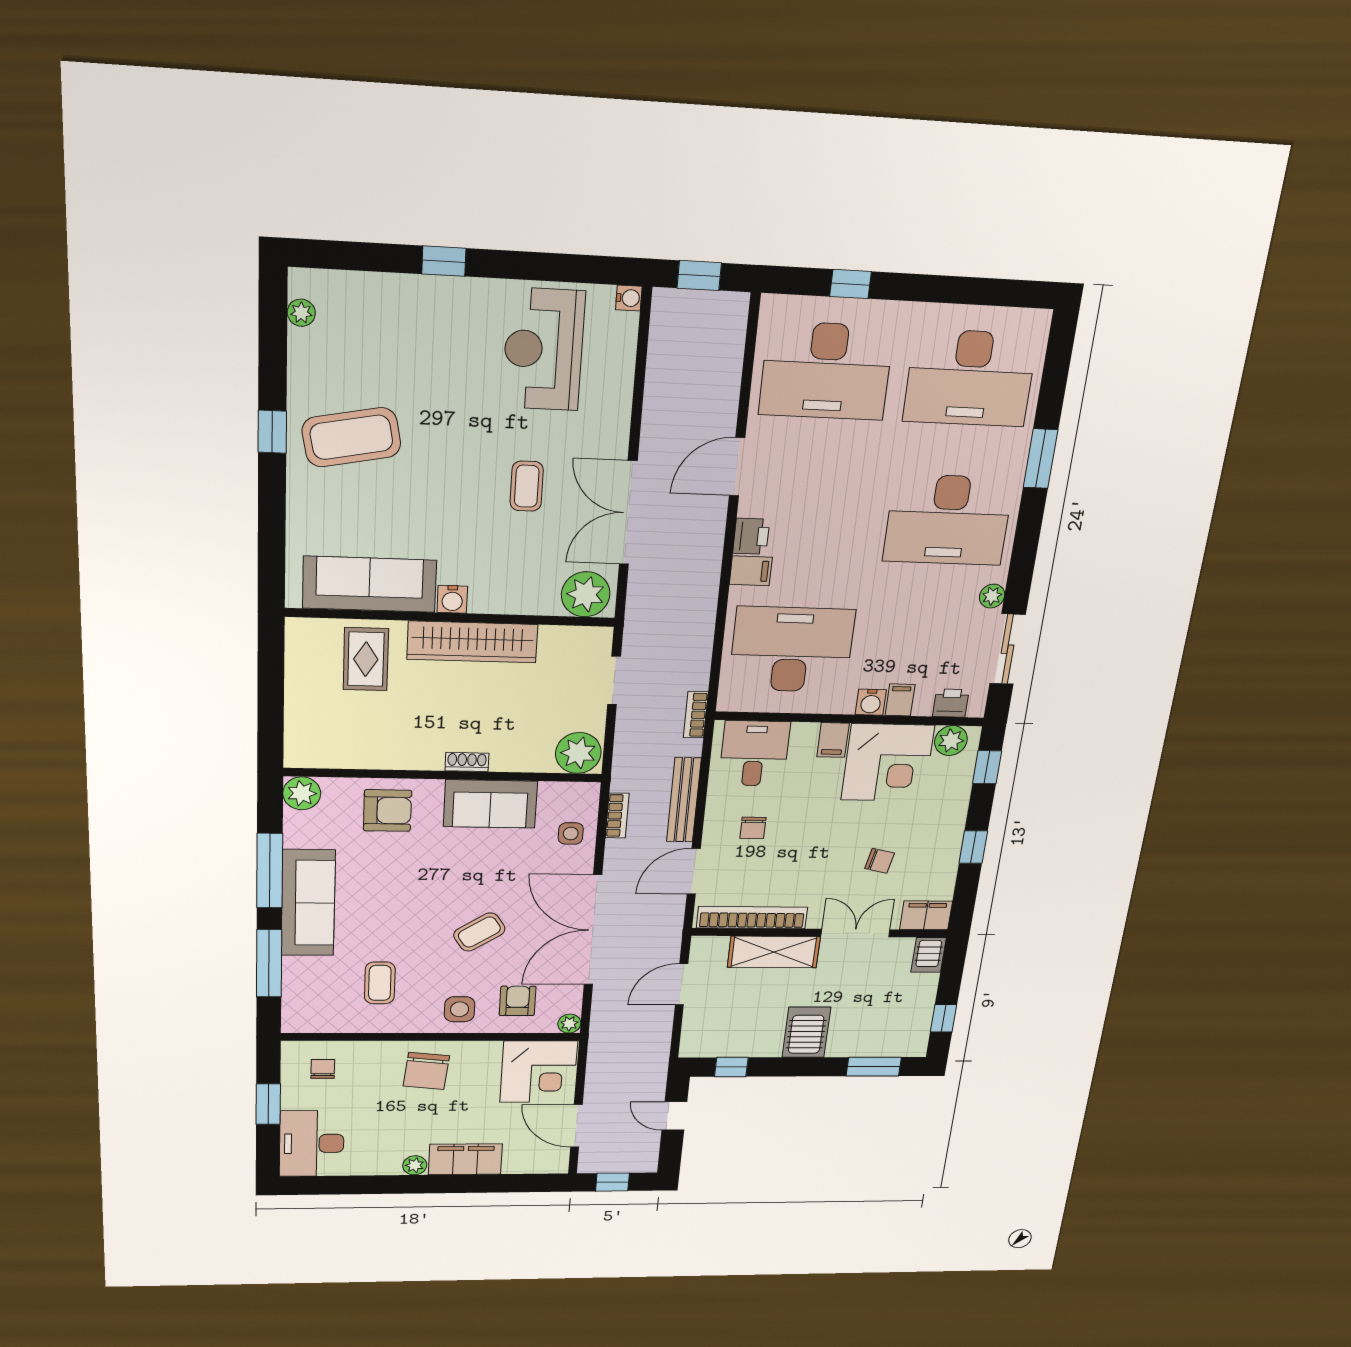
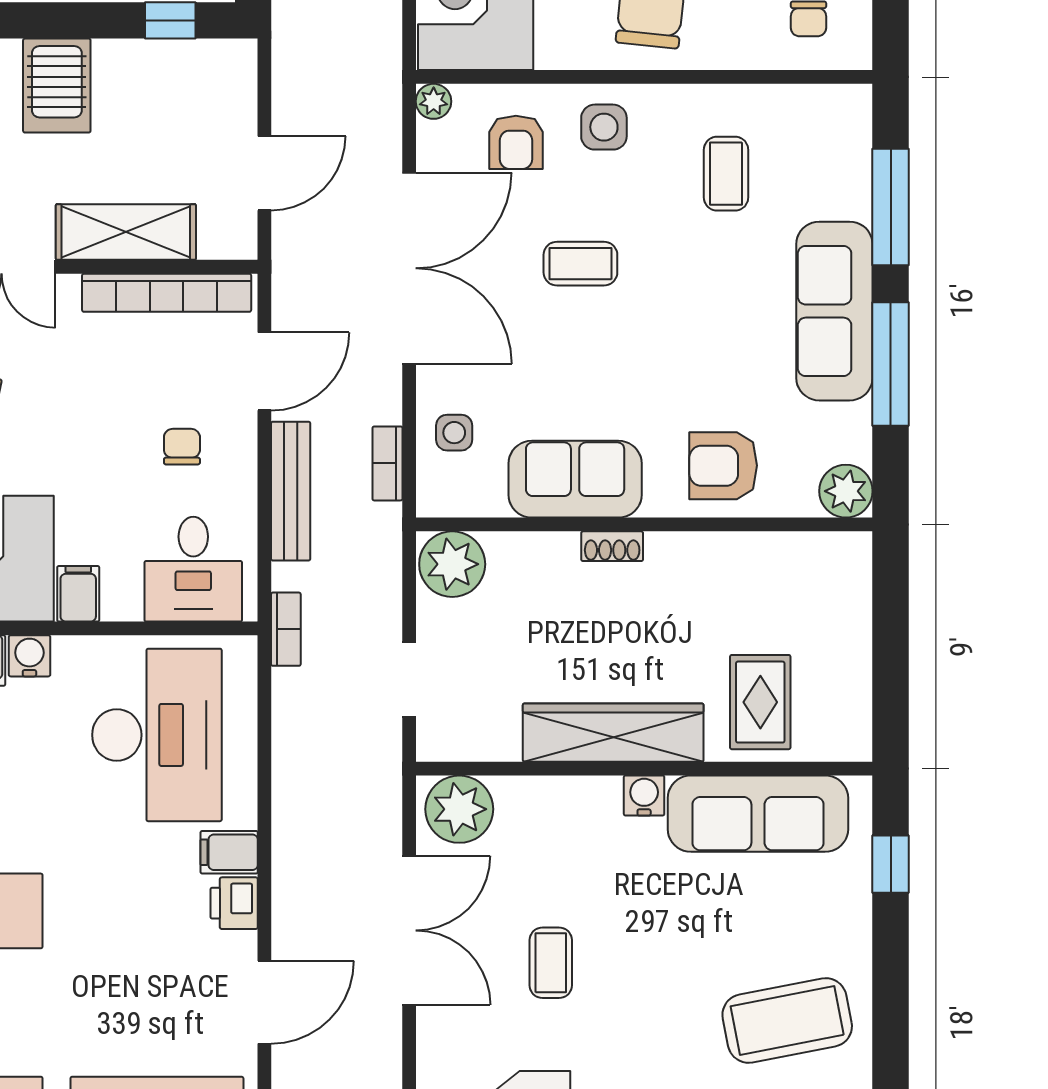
window: (272, 432) -> (891, 864), moved
desk: (792, 650) -> (157, 735), turned -90
coffee table: (479, 932) -> (580, 264), turned 33

